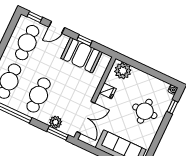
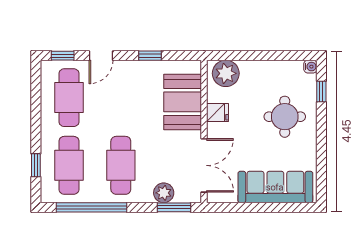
booth: (82, 55) -> (183, 102), moved, turned 90

